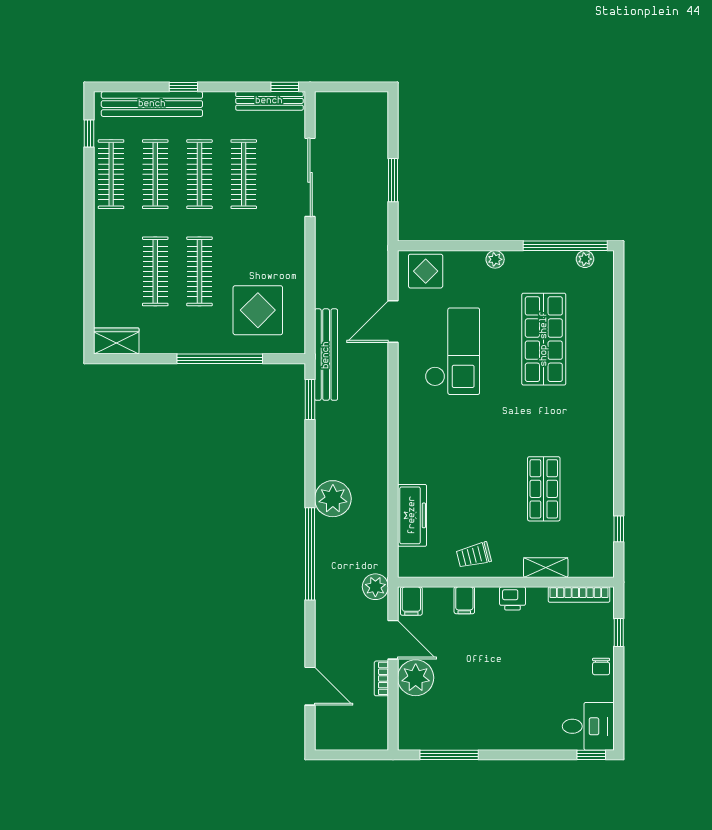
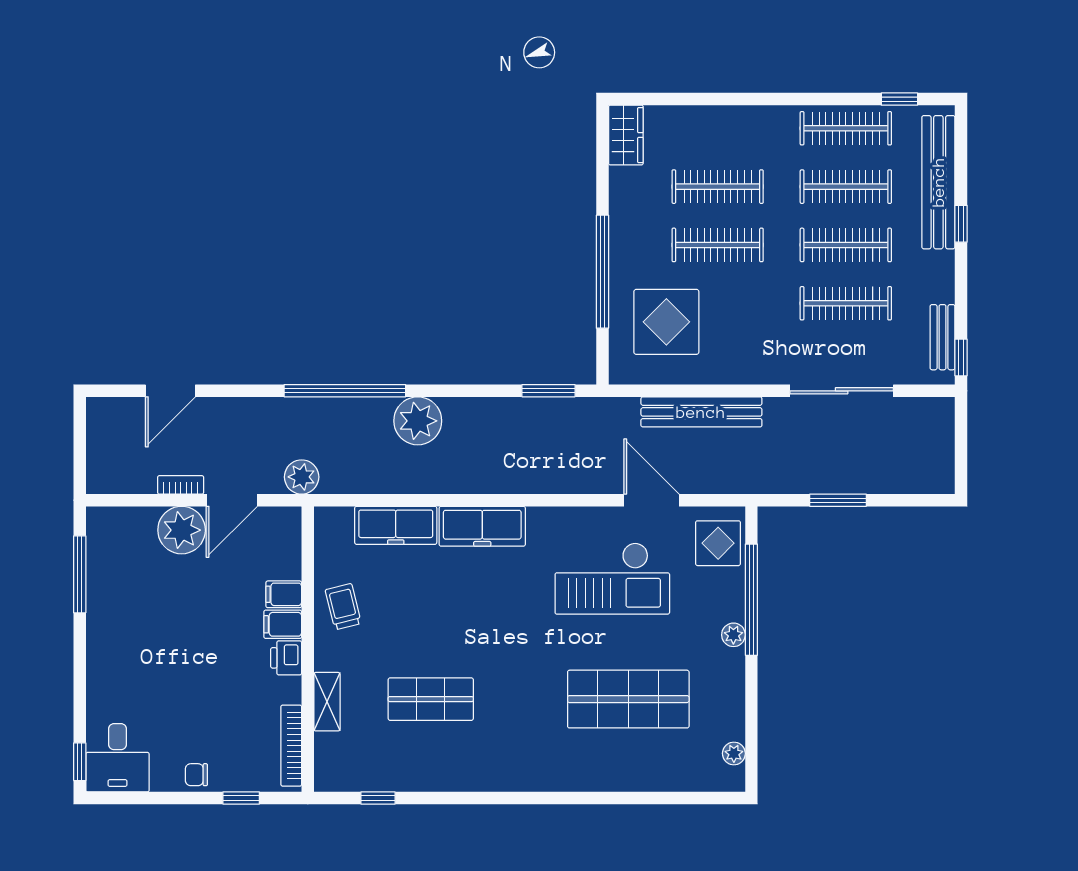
bench: (269, 101) -> (942, 337), width x0.73
window: (565, 246) -> (751, 600), moved
bench: (326, 355) -> (701, 412), moved
freezer: (413, 450) -> (482, 526), added
filing cabinet: (411, 601) -> (283, 624), moved

